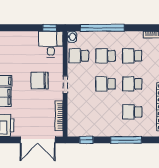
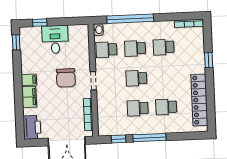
window: (49, 28) -> (40, 23), moved
desk: (51, 44) -> (55, 39), moved
chair: (40, 81) -> (66, 78), turned -90
school desk: (132, 84) -> (138, 108), moved
window: (126, 140) -> (149, 138), moved

